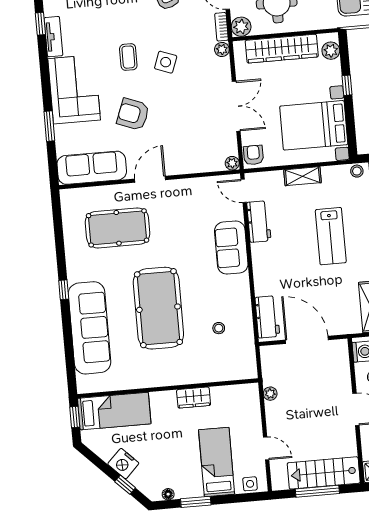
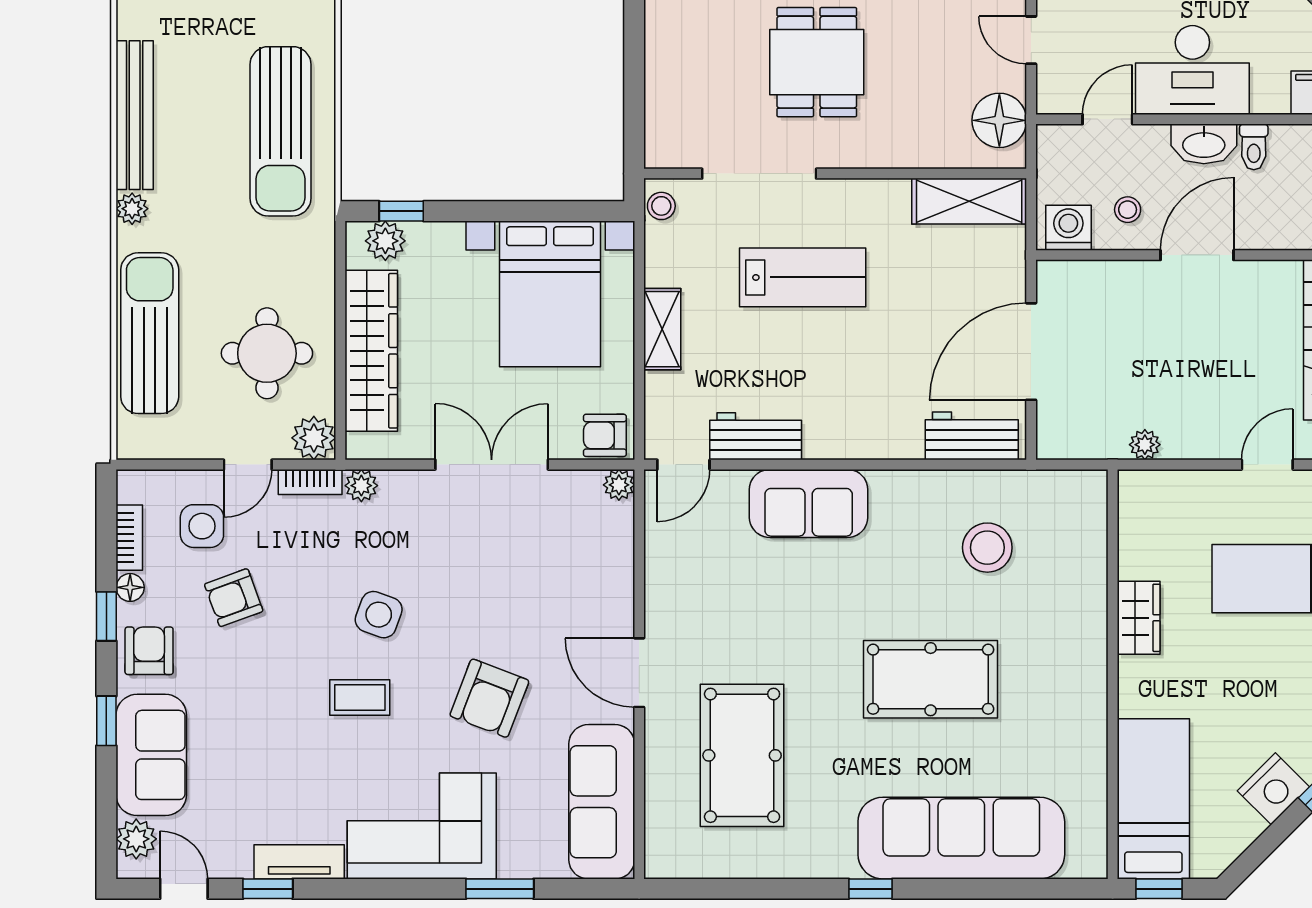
window: (347, 85) -> (401, 211), moved
pool table: (158, 308) -> (931, 679), width x0.73, depth x0.76
stool: (219, 328) -> (987, 548), width x1.89, depth x1.89

